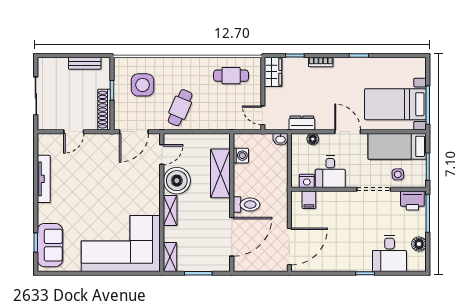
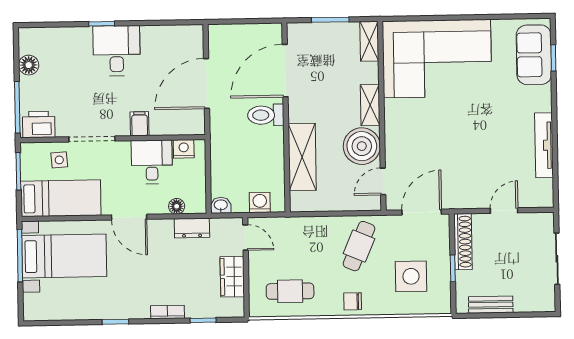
chair: (185, 67) -> (353, 301), added
wardrobe: (273, 72) -> (232, 277), moved
washing machine: (241, 156) -> (260, 202), moved, turned 90
filing cabinet: (309, 200) -> (140, 124), moved
door: (289, 246) -> (207, 84), moved
desk: (390, 253) -> (117, 51), moved

